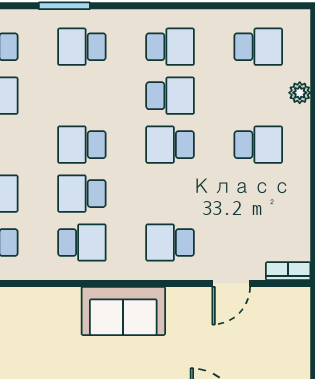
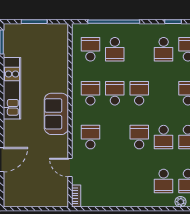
plant: (300, 93) -> (180, 202), moved
school desk: (258, 145) -> (164, 181), moved
school desk: (82, 243) -> (90, 93), turned 180

